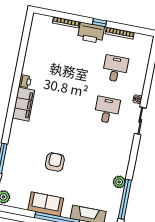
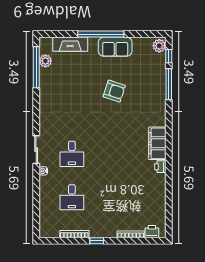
printer: (91, 33) -> (152, 232), moved, width x0.53, depth x0.68
armchair: (55, 162) -> (114, 91), turned -72
plant: (119, 182) -> (45, 61), moved

